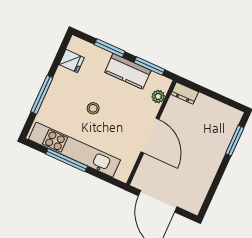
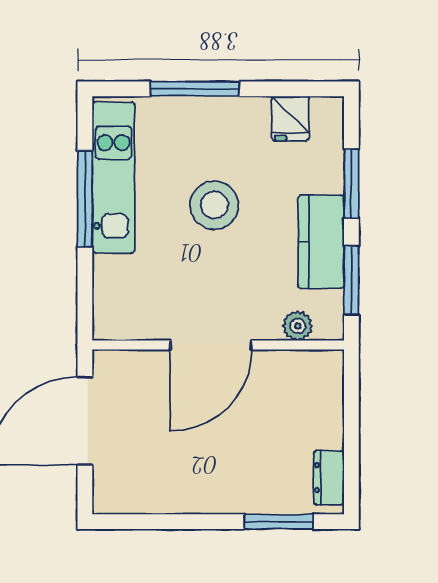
dresser: (185, 93) -> (329, 478), moved
stool: (93, 108) -> (214, 205), width x1.89, depth x1.89
kitchen unit: (74, 150) -> (113, 177), width x0.73

